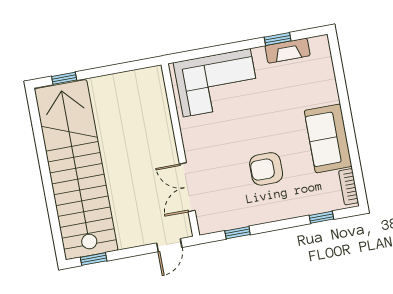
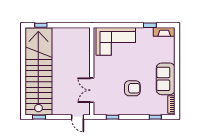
fireplace: (288, 51) -> (164, 32), moved
armchair: (266, 169) -> (132, 88), turned 180
door: (169, 245) -> (78, 117), hinge flipped

